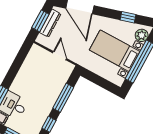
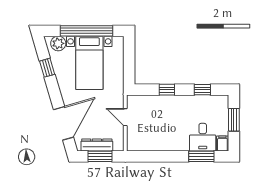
door: (60, 56) -> (125, 117), hinge flipped
window: (63, 98) -> (167, 90), width x0.46

